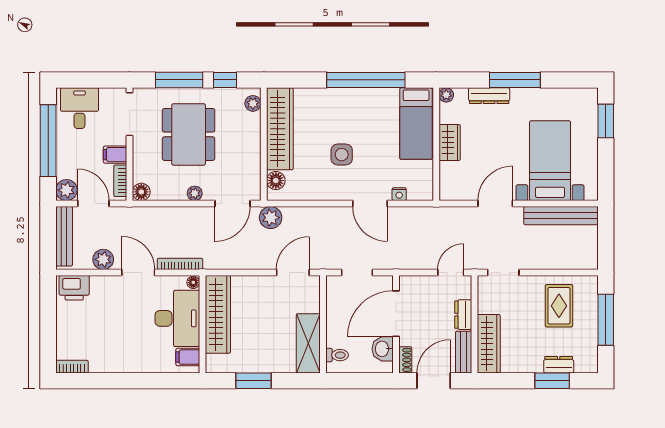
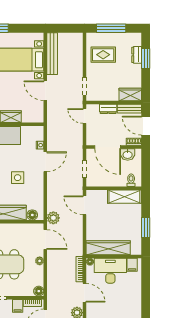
door: (138, 273) -> (84, 293), swing flipped
wardrobe: (489, 344) -> (130, 94), width x0.67

